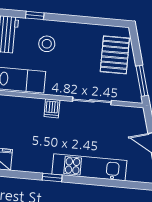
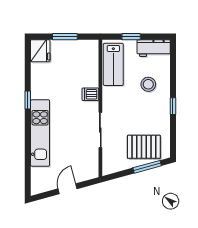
window: (35, 15) -> (173, 106), moved
window: (142, 81) -> (147, 167), moved

